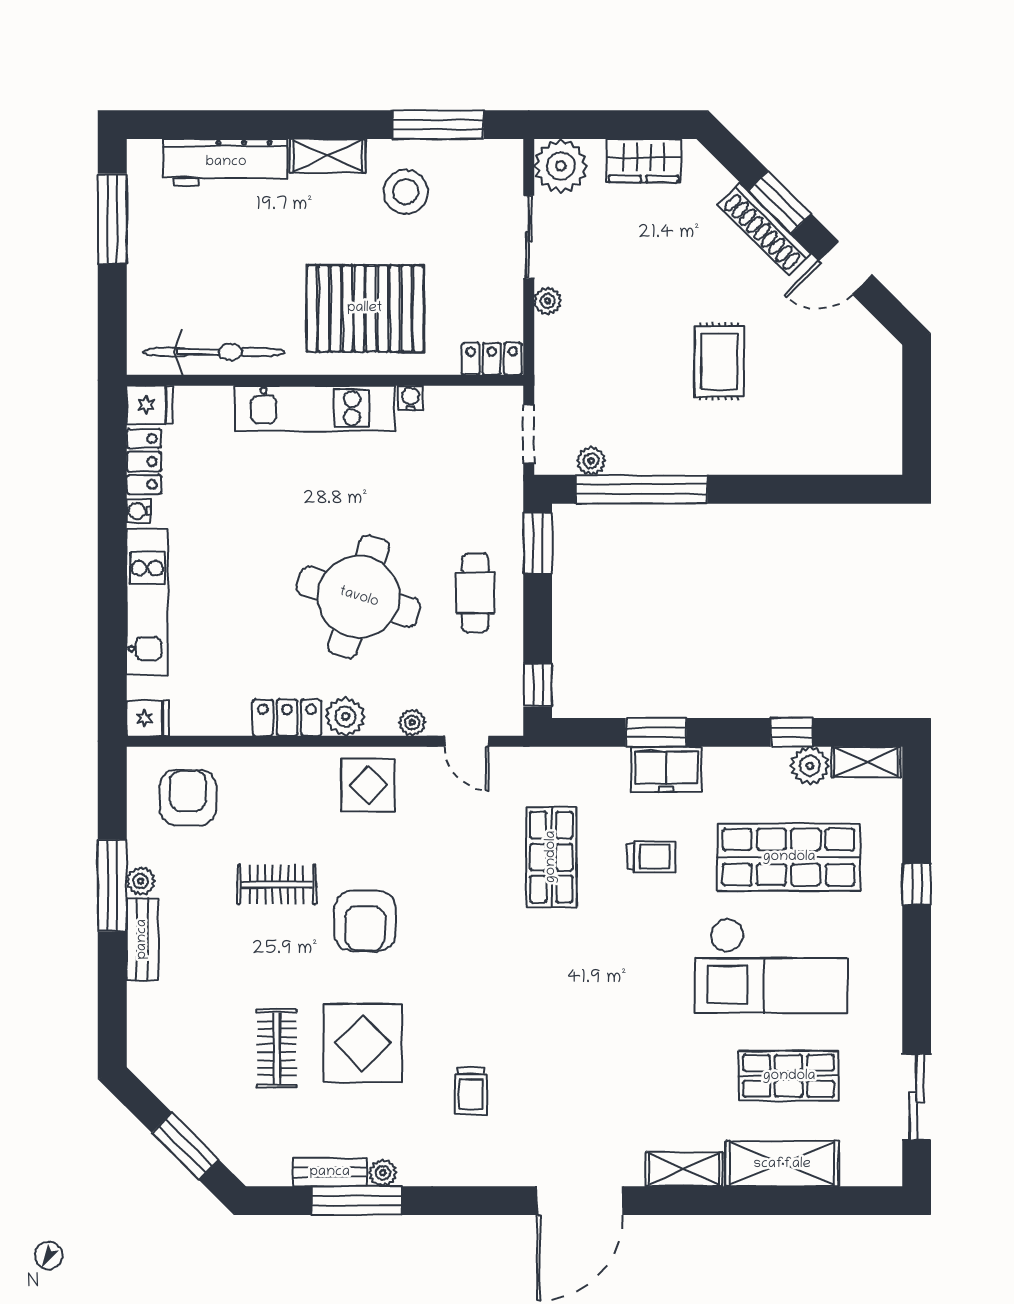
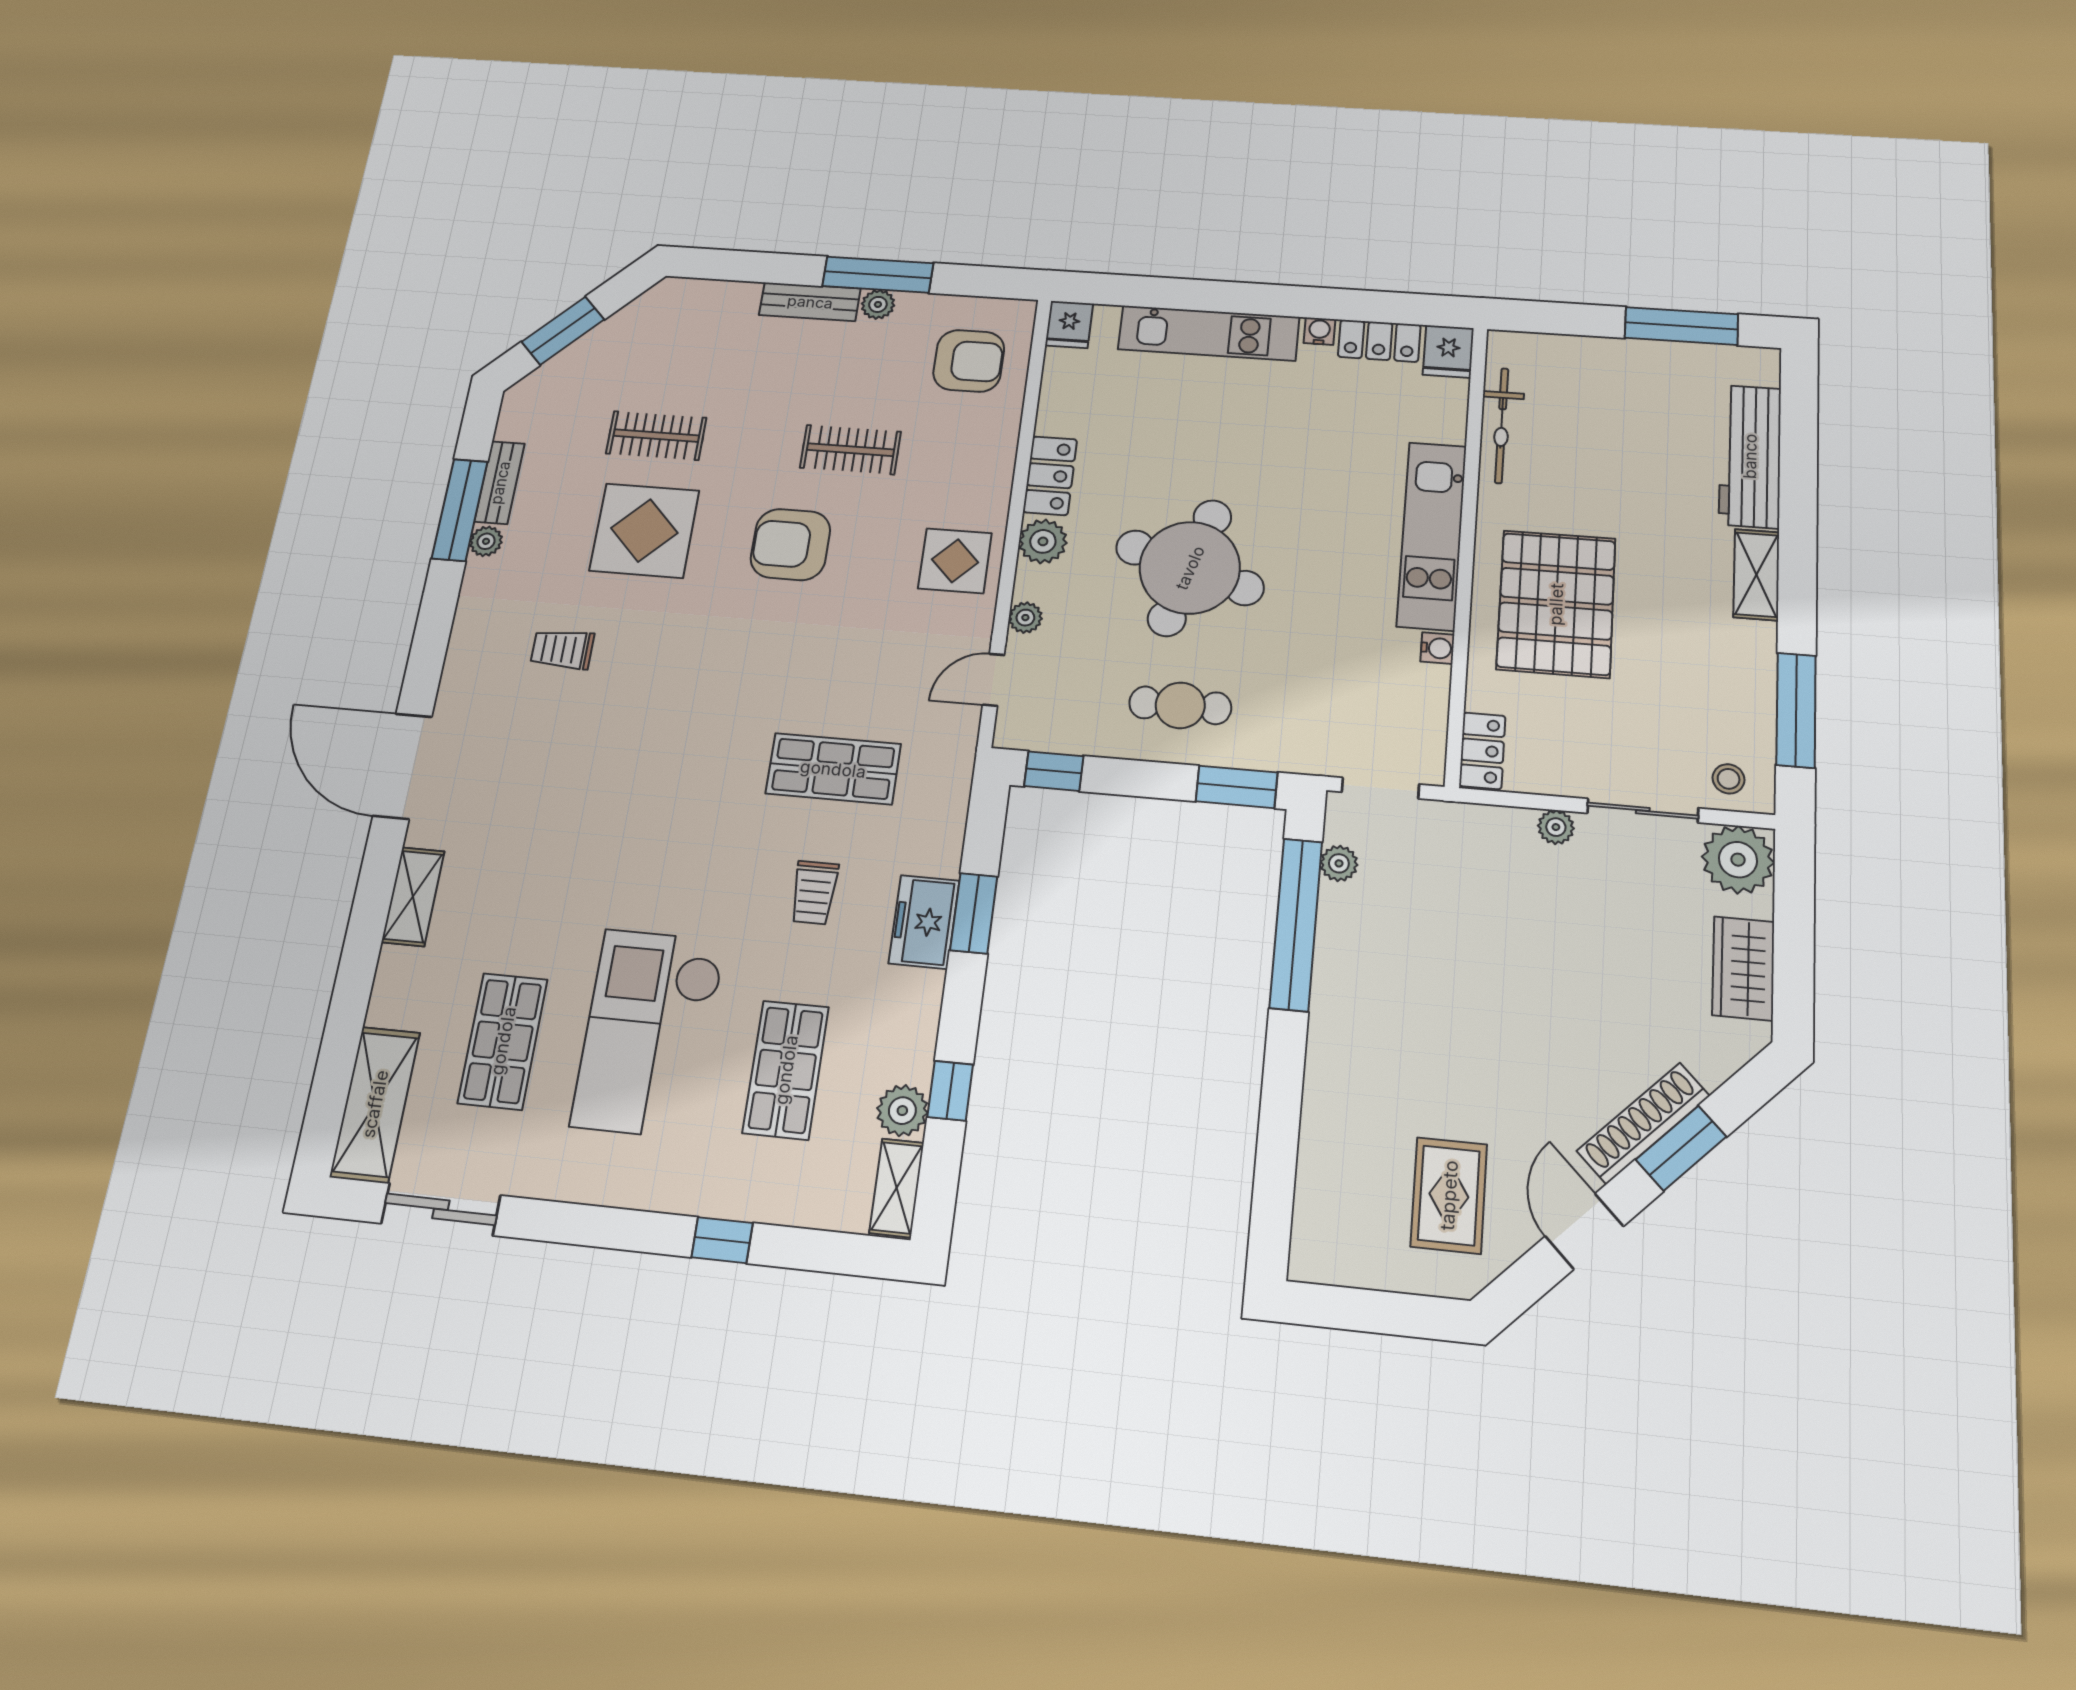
stool: (406, 192) -> (1729, 779), moved, width x0.53, depth x0.53
bicycle: (214, 352) -> (1502, 425), width x0.73, depth x0.71
rug: (719, 361) -> (1449, 1195), moved, turned 90
shop shelf: (789, 857) -> (786, 1070), width x0.70, depth x0.74
clothes rail: (277, 884) -> (850, 450), turned 90
shelving: (782, 1164) -> (375, 1104), moved

